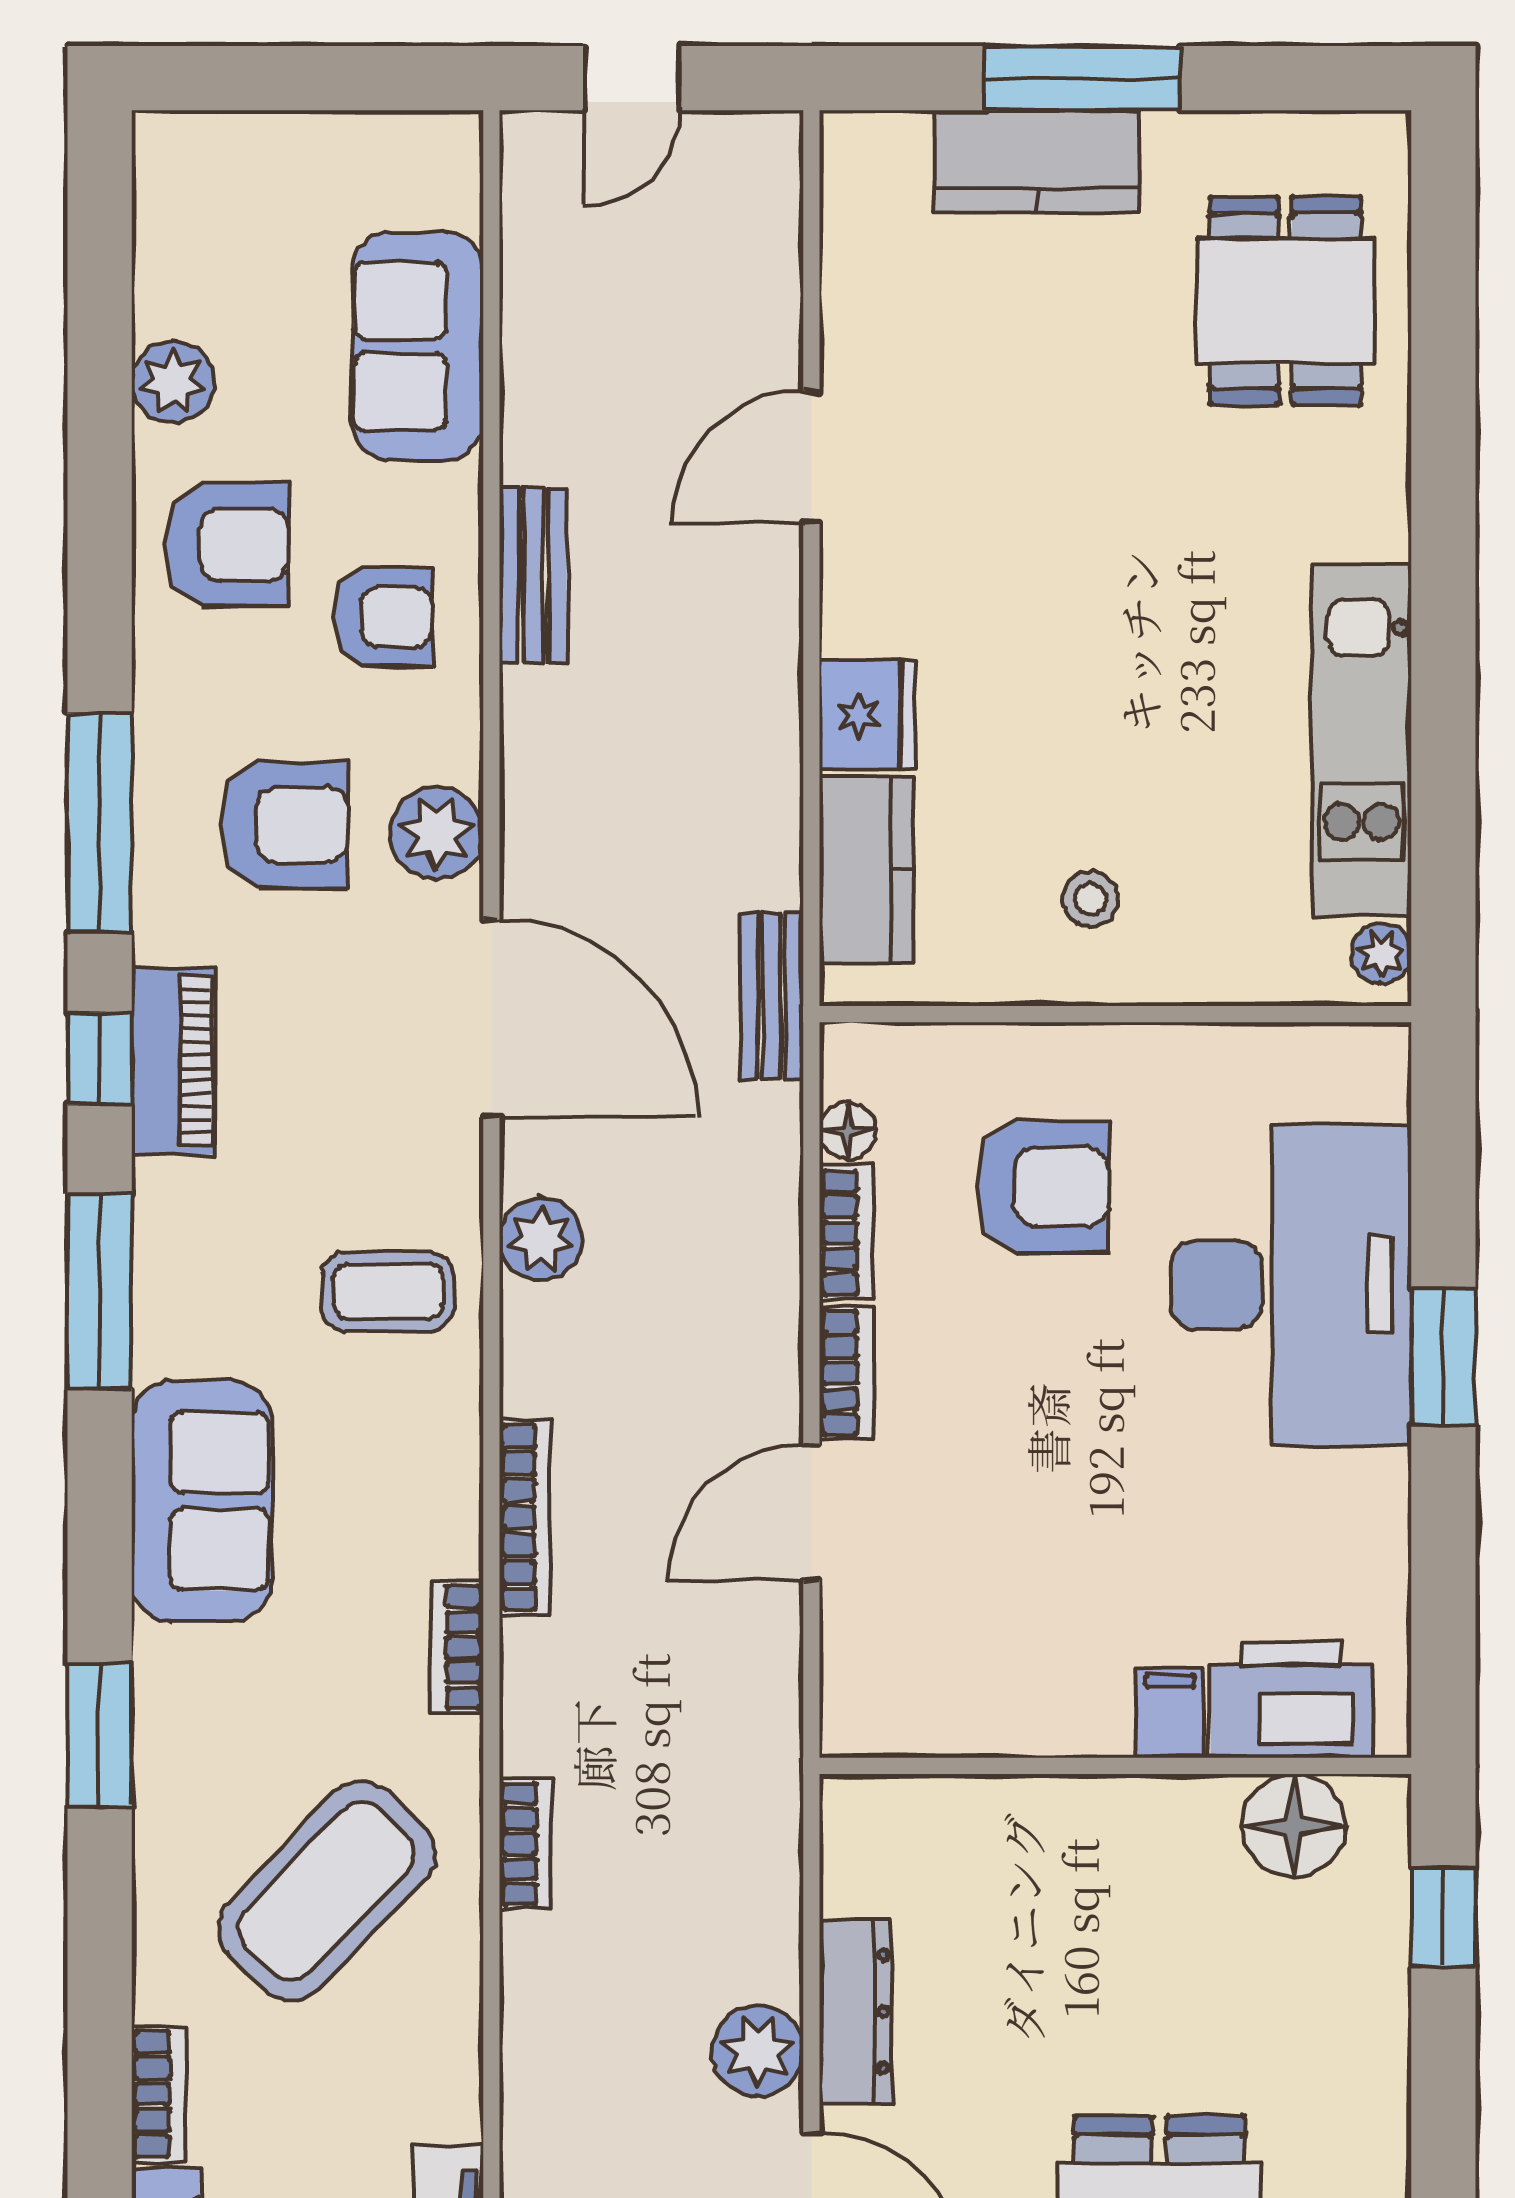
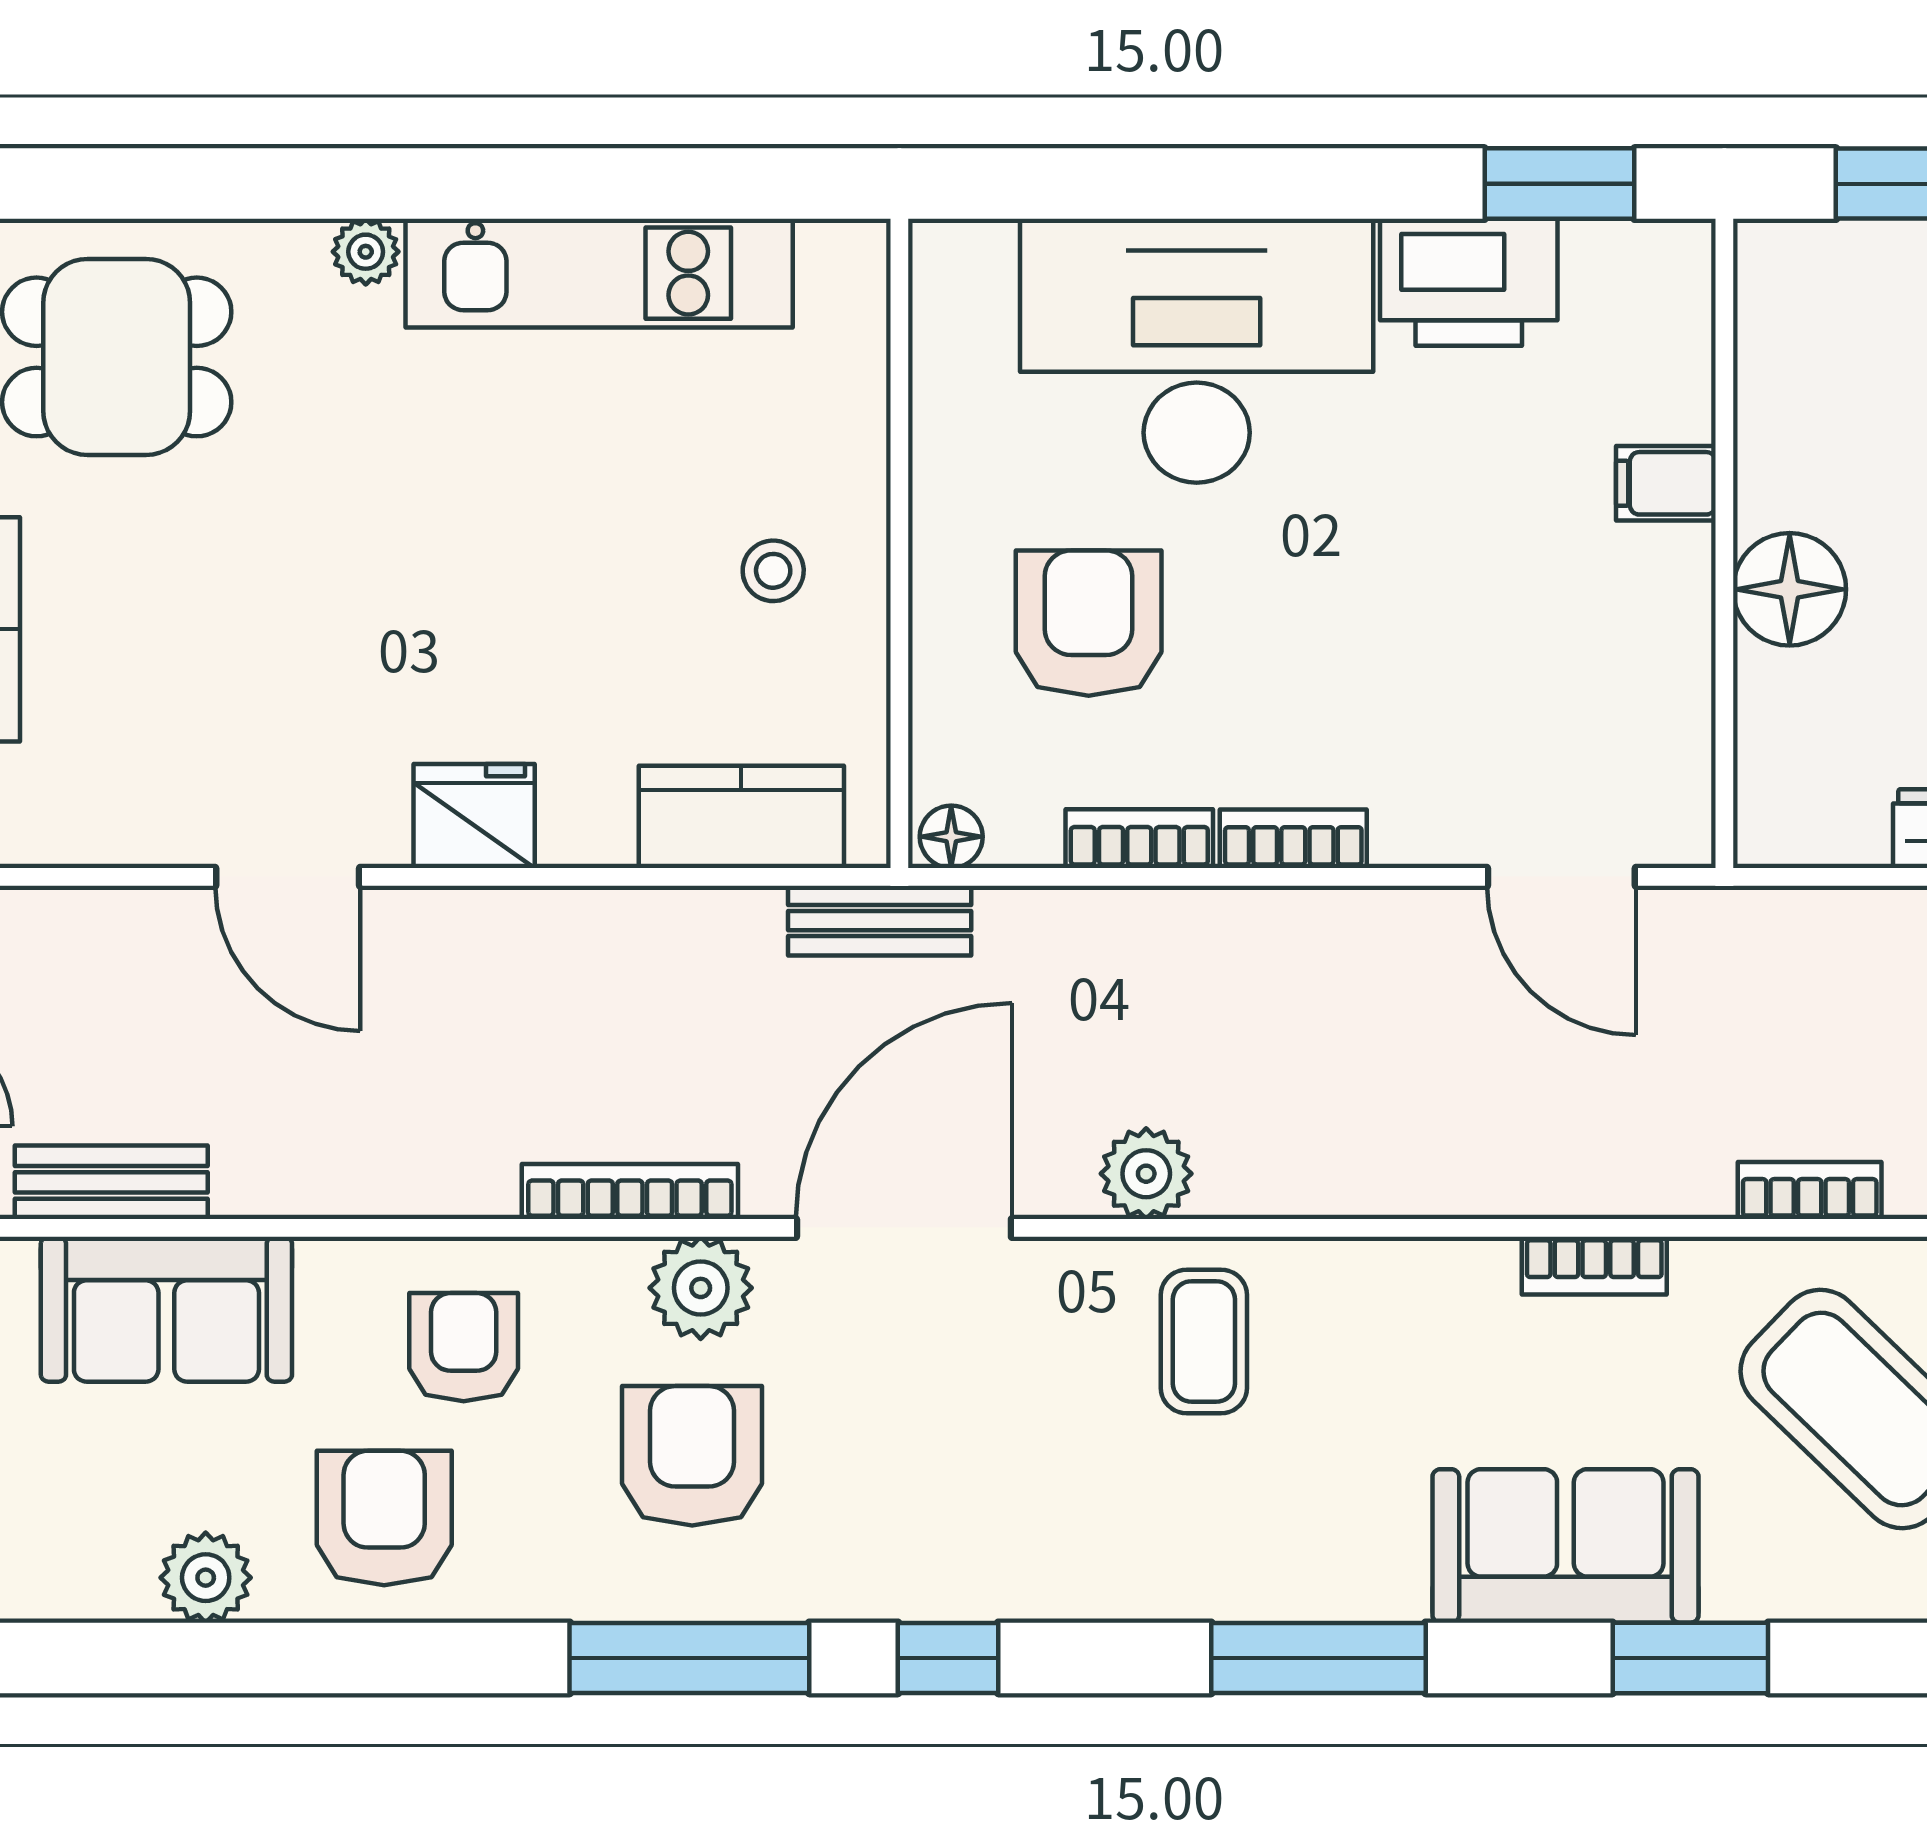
bench: (533, 576) -> (111, 1182), moved
fridge: (867, 715) -> (474, 816), moved
plant: (1381, 953) -> (366, 252), moved
piano: (173, 1061) -> (951, 1577), removed
floor lamp: (848, 1131) -> (951, 837), moved
window: (100, 1291) -> (1318, 1658), moved
window: (1443, 1357) -> (1559, 184), moved
sofa: (202, 1501) -> (1565, 1546), moved
door: (811, 1512) -> (1561, 877), moved
bookcase: (525, 1518) -> (630, 1191), moved
printer: (1291, 1700) -> (1469, 282), moved, turned -90
floor lamp: (1294, 1825) -> (1790, 589), moved

